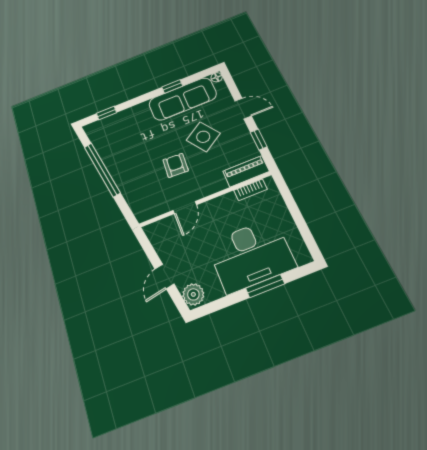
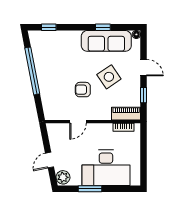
armchair: (176, 165) -> (83, 90), turned -93
window: (265, 286) -> (90, 189), moved

